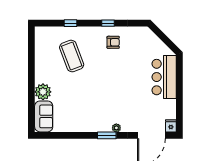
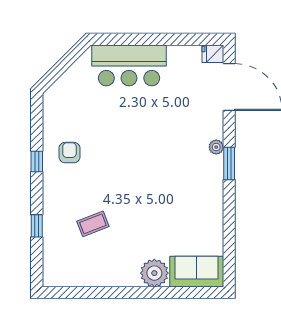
coffee table: (72, 56) -> (93, 224), width x0.54, depth x0.58

